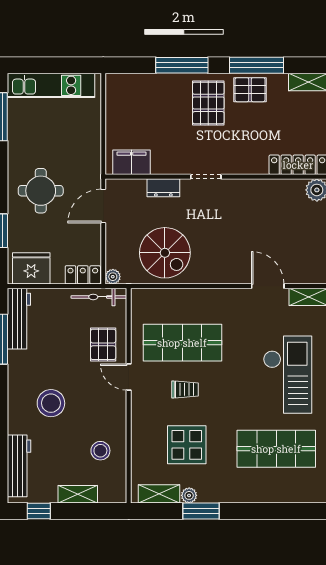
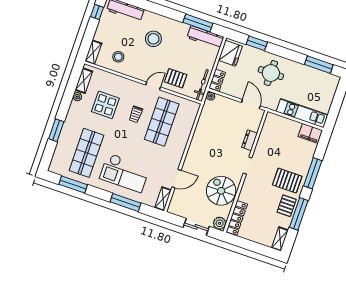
kitchen unit: (51, 85) -> (302, 113), moved, turned 90
filing cabinet: (132, 162) -> (310, 133), moved, turned 90
spiral stairs: (165, 253) -> (221, 191), moved, turned 90
shelving: (78, 494) -> (93, 52), moved
window: (201, 511) -> (56, 130), moved

